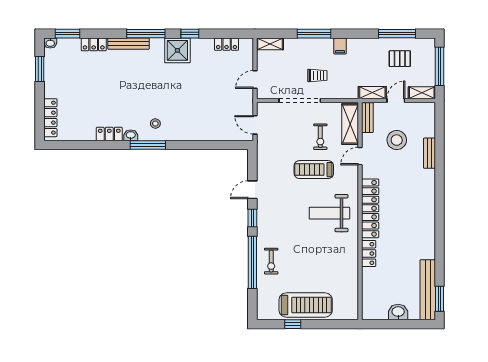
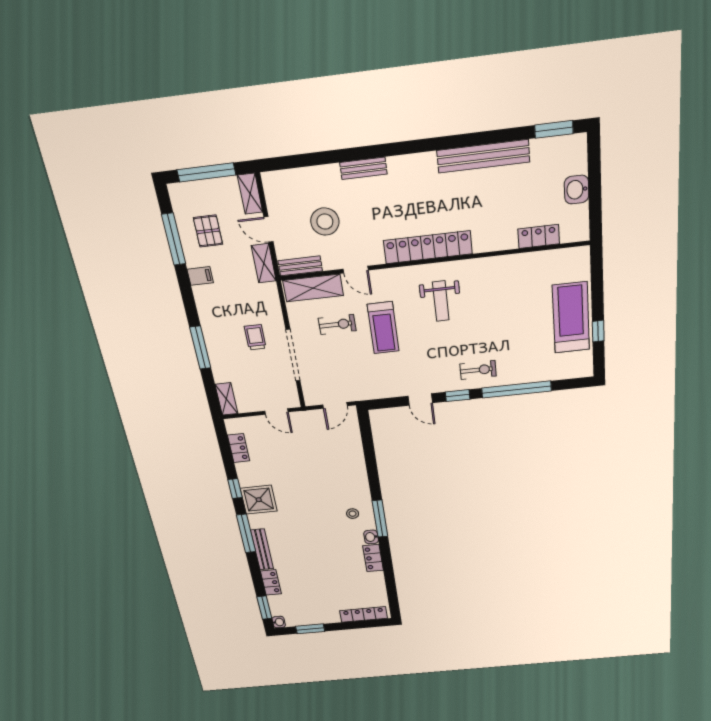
filing cabinet: (340, 46) -> (200, 276), moved
bench: (429, 153) -> (363, 168), moved
weight bench: (329, 213) -> (441, 301), width x0.73, depth x0.75
locker: (369, 254) -> (539, 236), moved
exercise bike: (271, 261) -> (478, 370), moved
bench: (428, 290) -> (483, 156), moved

